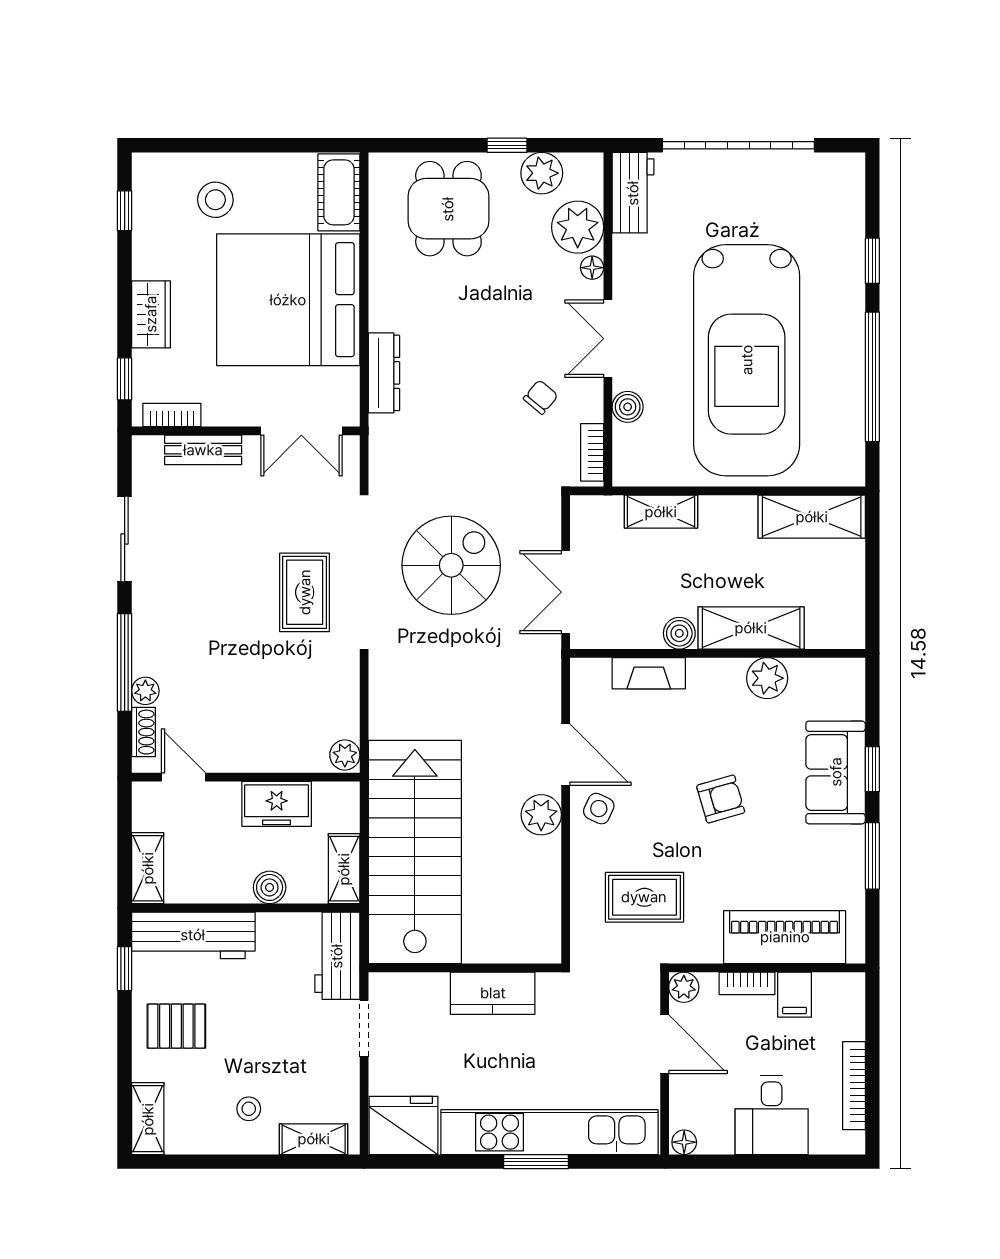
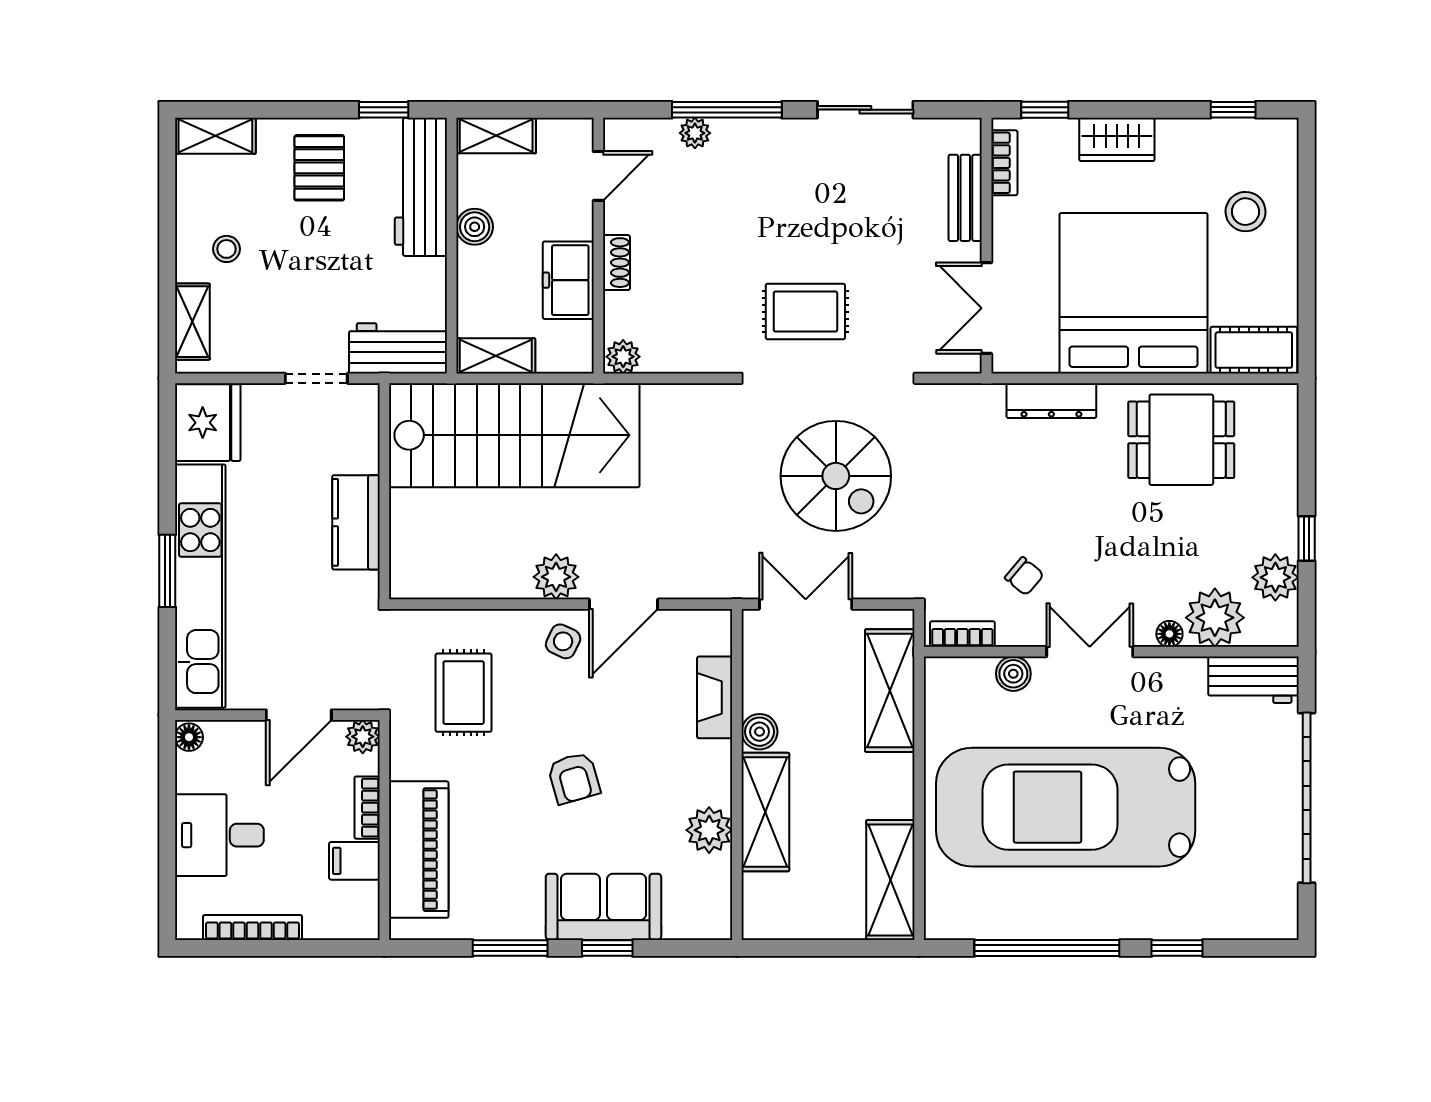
dining table: (448, 209) -> (1181, 440), moved
shelving: (661, 512) -> (890, 691), width x1.50, depth x1.33
shoe rack: (144, 732) -> (616, 263), moved, turned -90
boiler: (270, 887) -> (475, 227), moved

